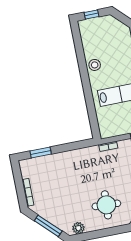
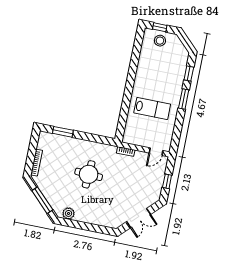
stool: (95, 65) -> (160, 41), moved
round table: (106, 205) -> (89, 174), moved

